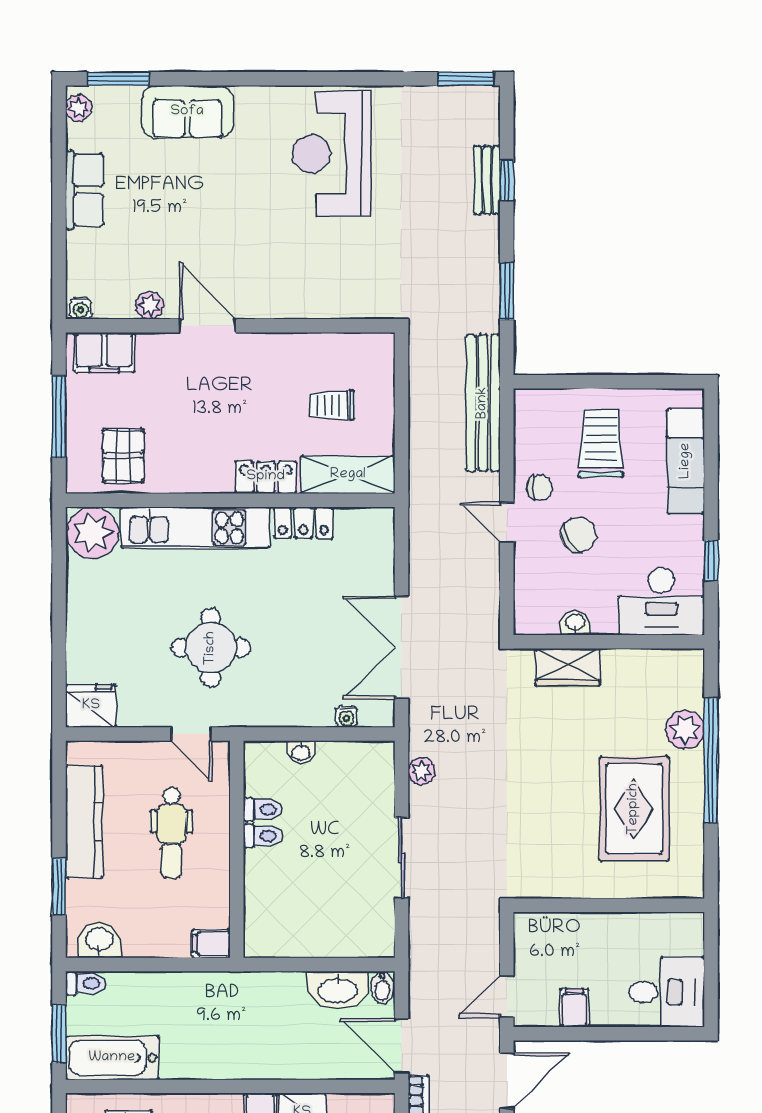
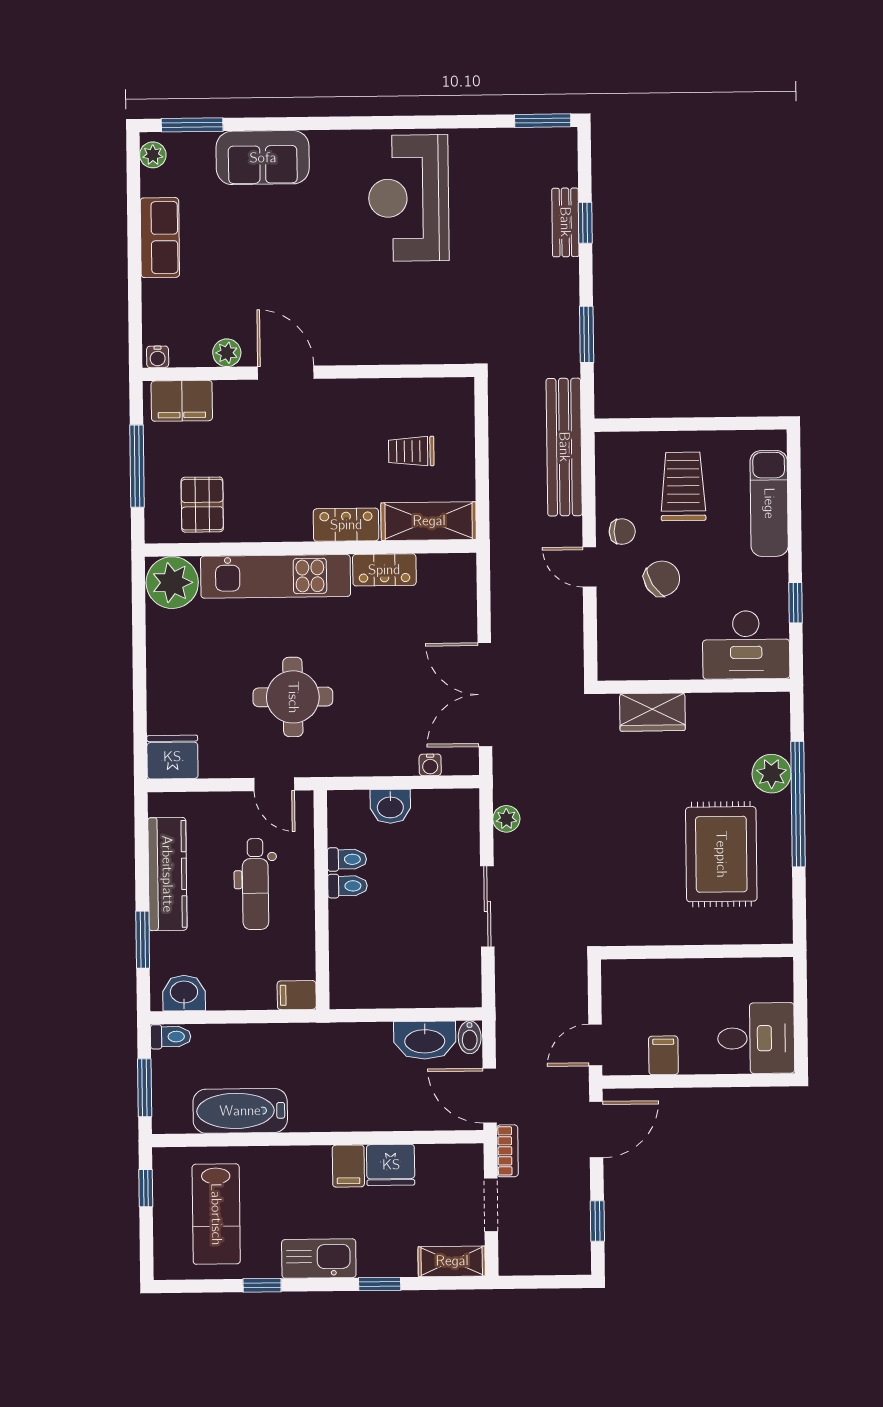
washbasin: (575, 623) -> (660, 668), removed
washbasin: (301, 752) -> (390, 806), width x1.38, depth x1.45
bathtub: (112, 1058) -> (240, 1111), moved

